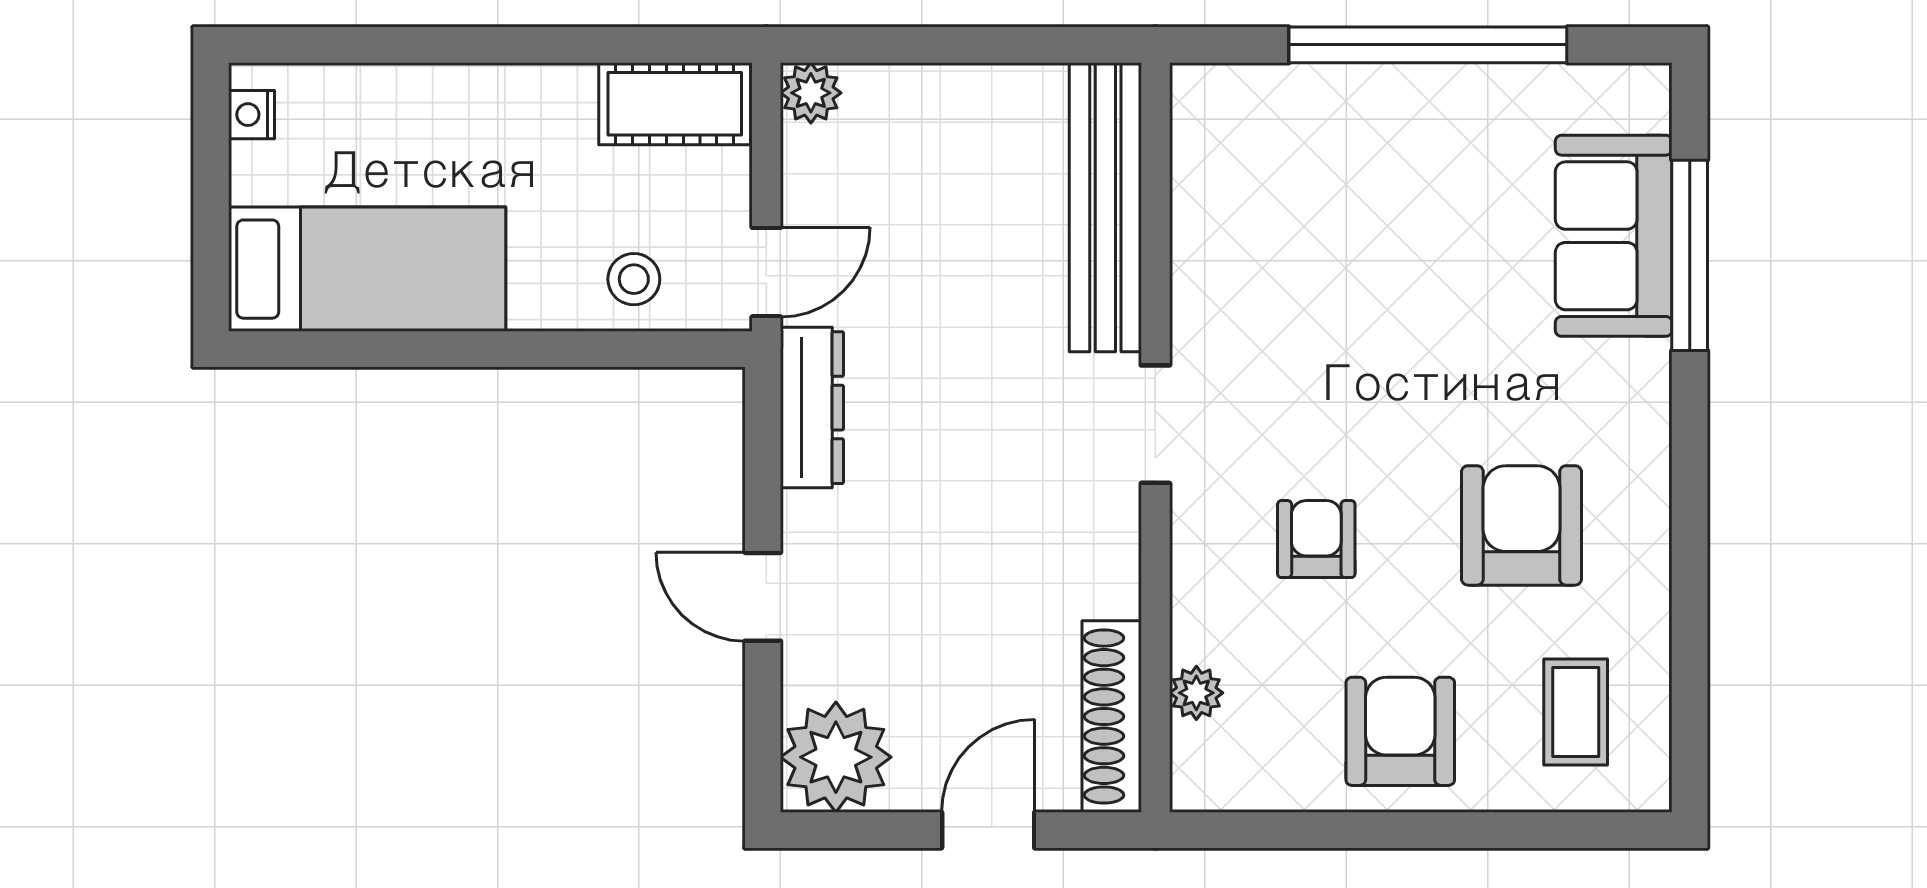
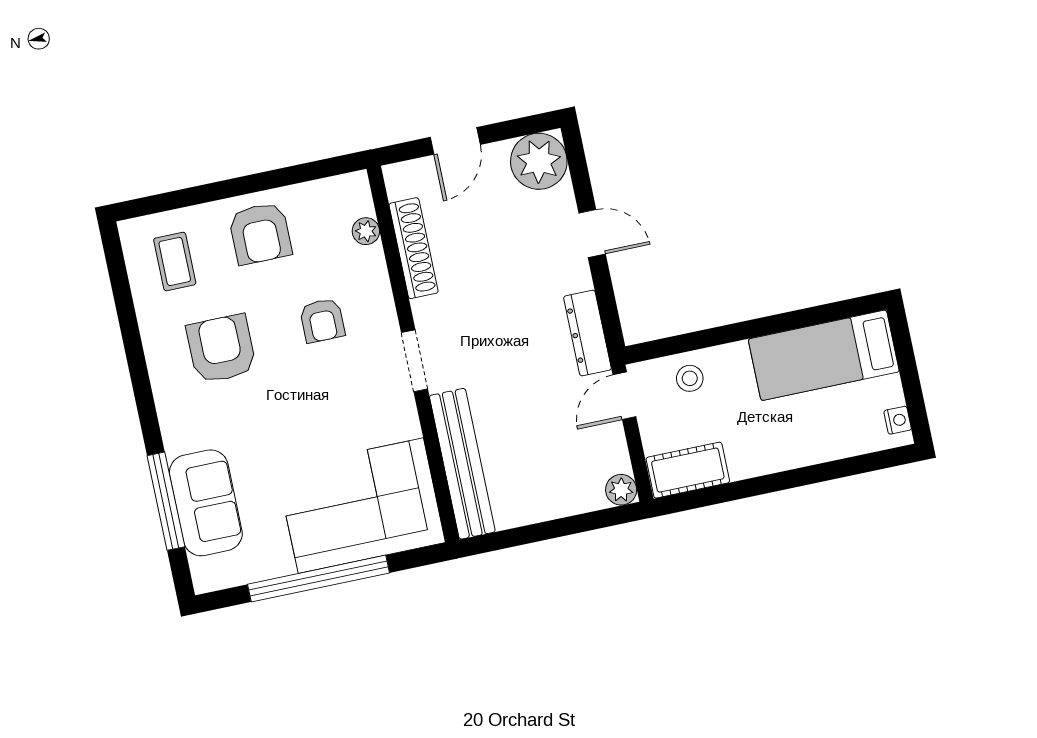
corner sofa: (1317, 168) -> (361, 506), added
armchair: (1522, 525) -> (221, 349), turned 180
shoe rack: (1112, 717) -> (414, 248), moved

